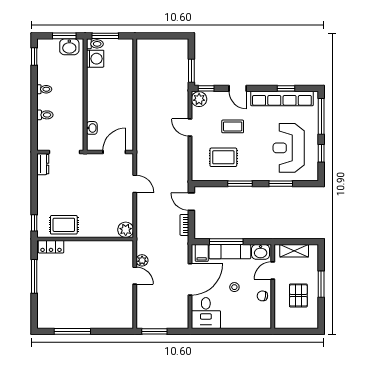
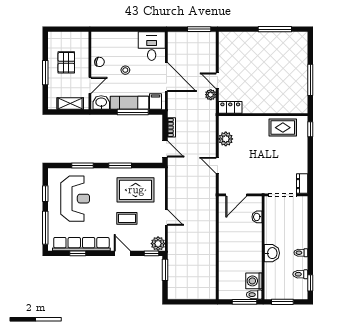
washbasin: (69, 47) -> (272, 253), moved, turned 90
toilet: (45, 115) -> (300, 274), moved
rug: (223, 157) -> (136, 190), width x1.36, depth x1.43
plant: (126, 230) -> (226, 139), moved
locker: (51, 247) -> (230, 107), moved
door: (190, 279) -> (166, 77), swing flipped

